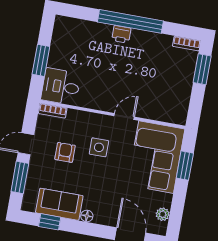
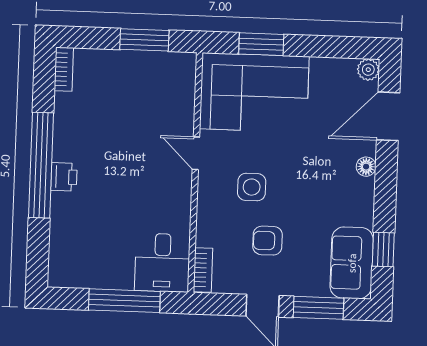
window: (41, 60) -> (124, 301), width x1.44
window: (202, 69) -> (144, 40), moved
sofa: (59, 204) -> (352, 263), moved
plant: (163, 214) -> (368, 70), moved
floor lamp: (87, 216) -> (366, 167), moved

